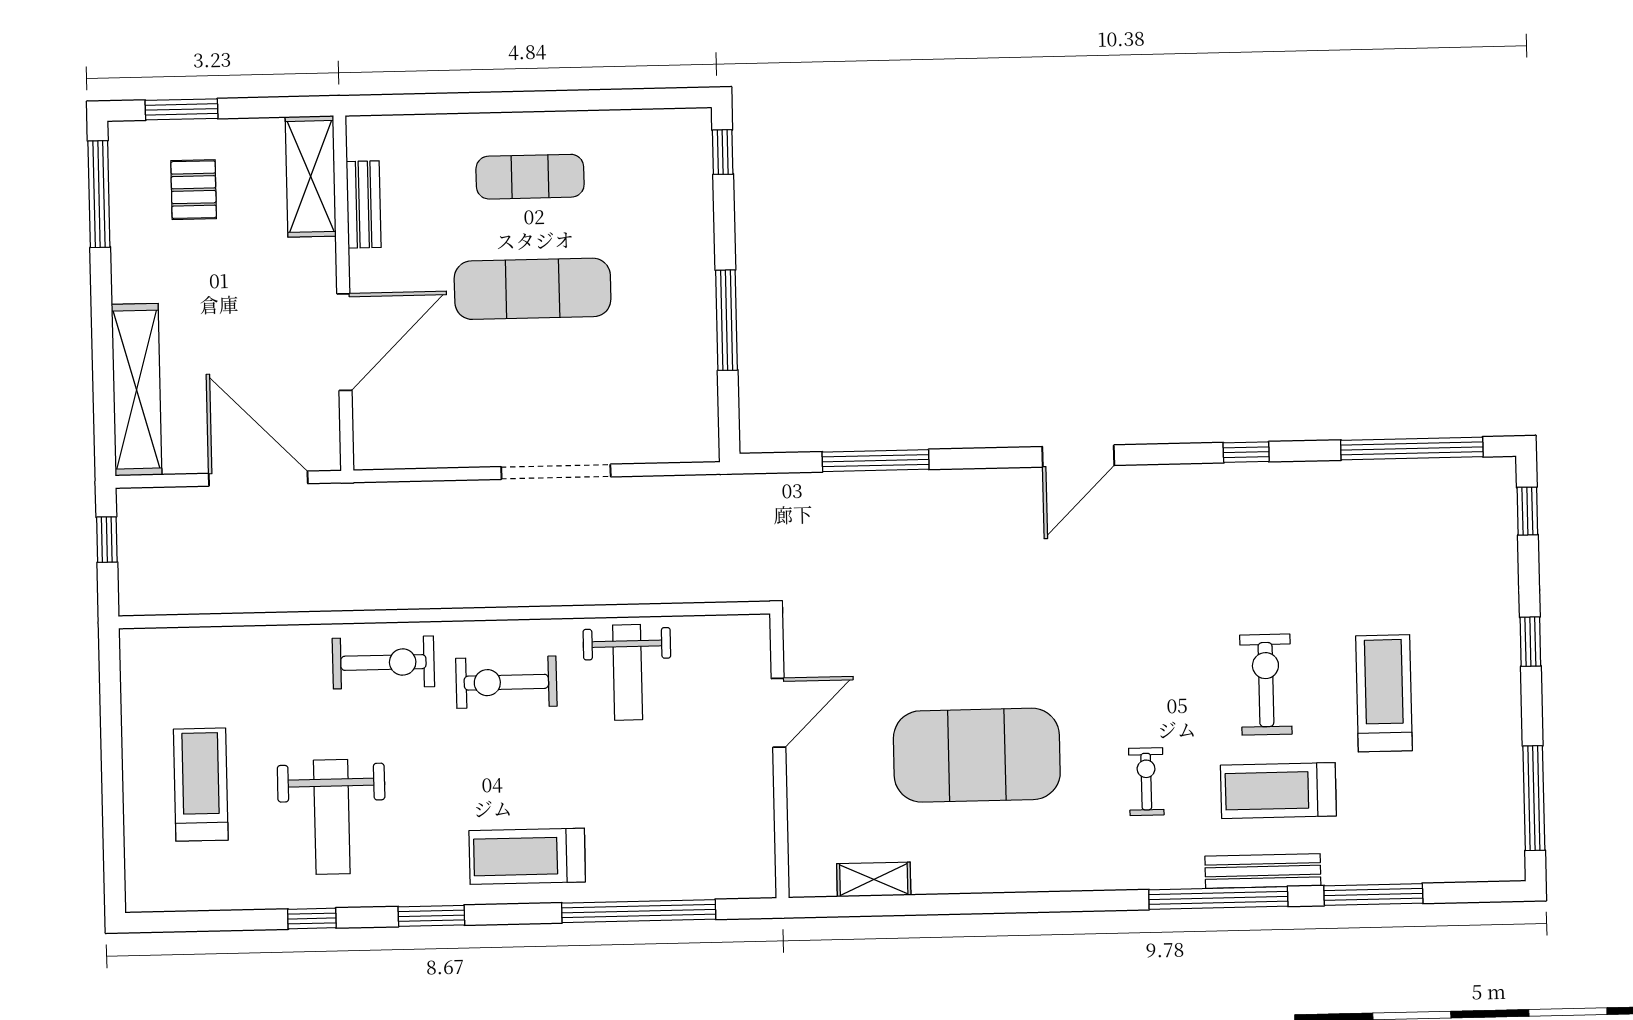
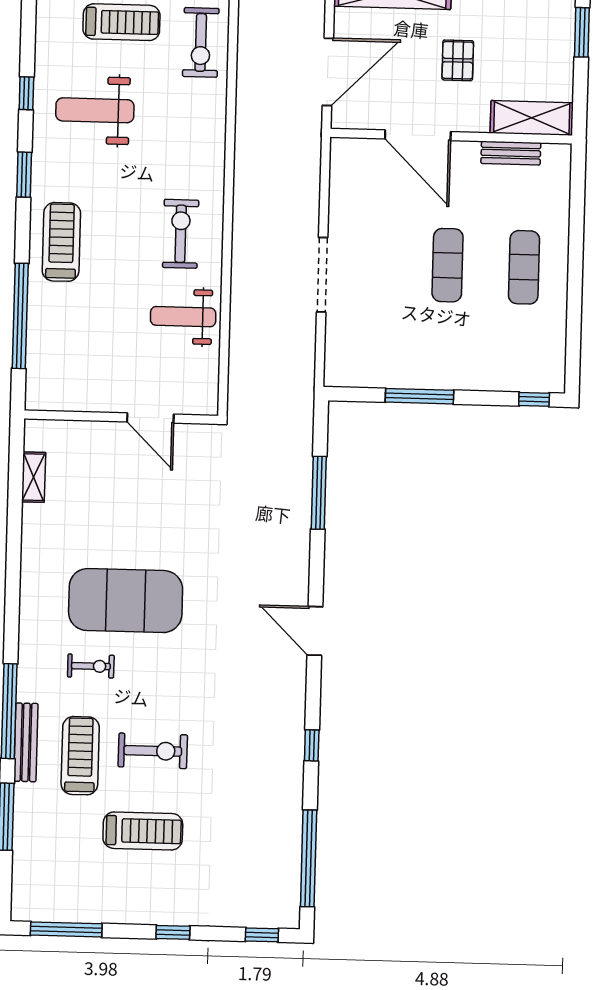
pallet: (194, 190) -> (458, 60), moved, turned 90
exercise mat: (533, 289) -> (448, 265), width x0.73, depth x0.69
exercise bike: (383, 662) -> (201, 42), moved
exercise mat: (977, 755) -> (126, 601), moved, turned 90

